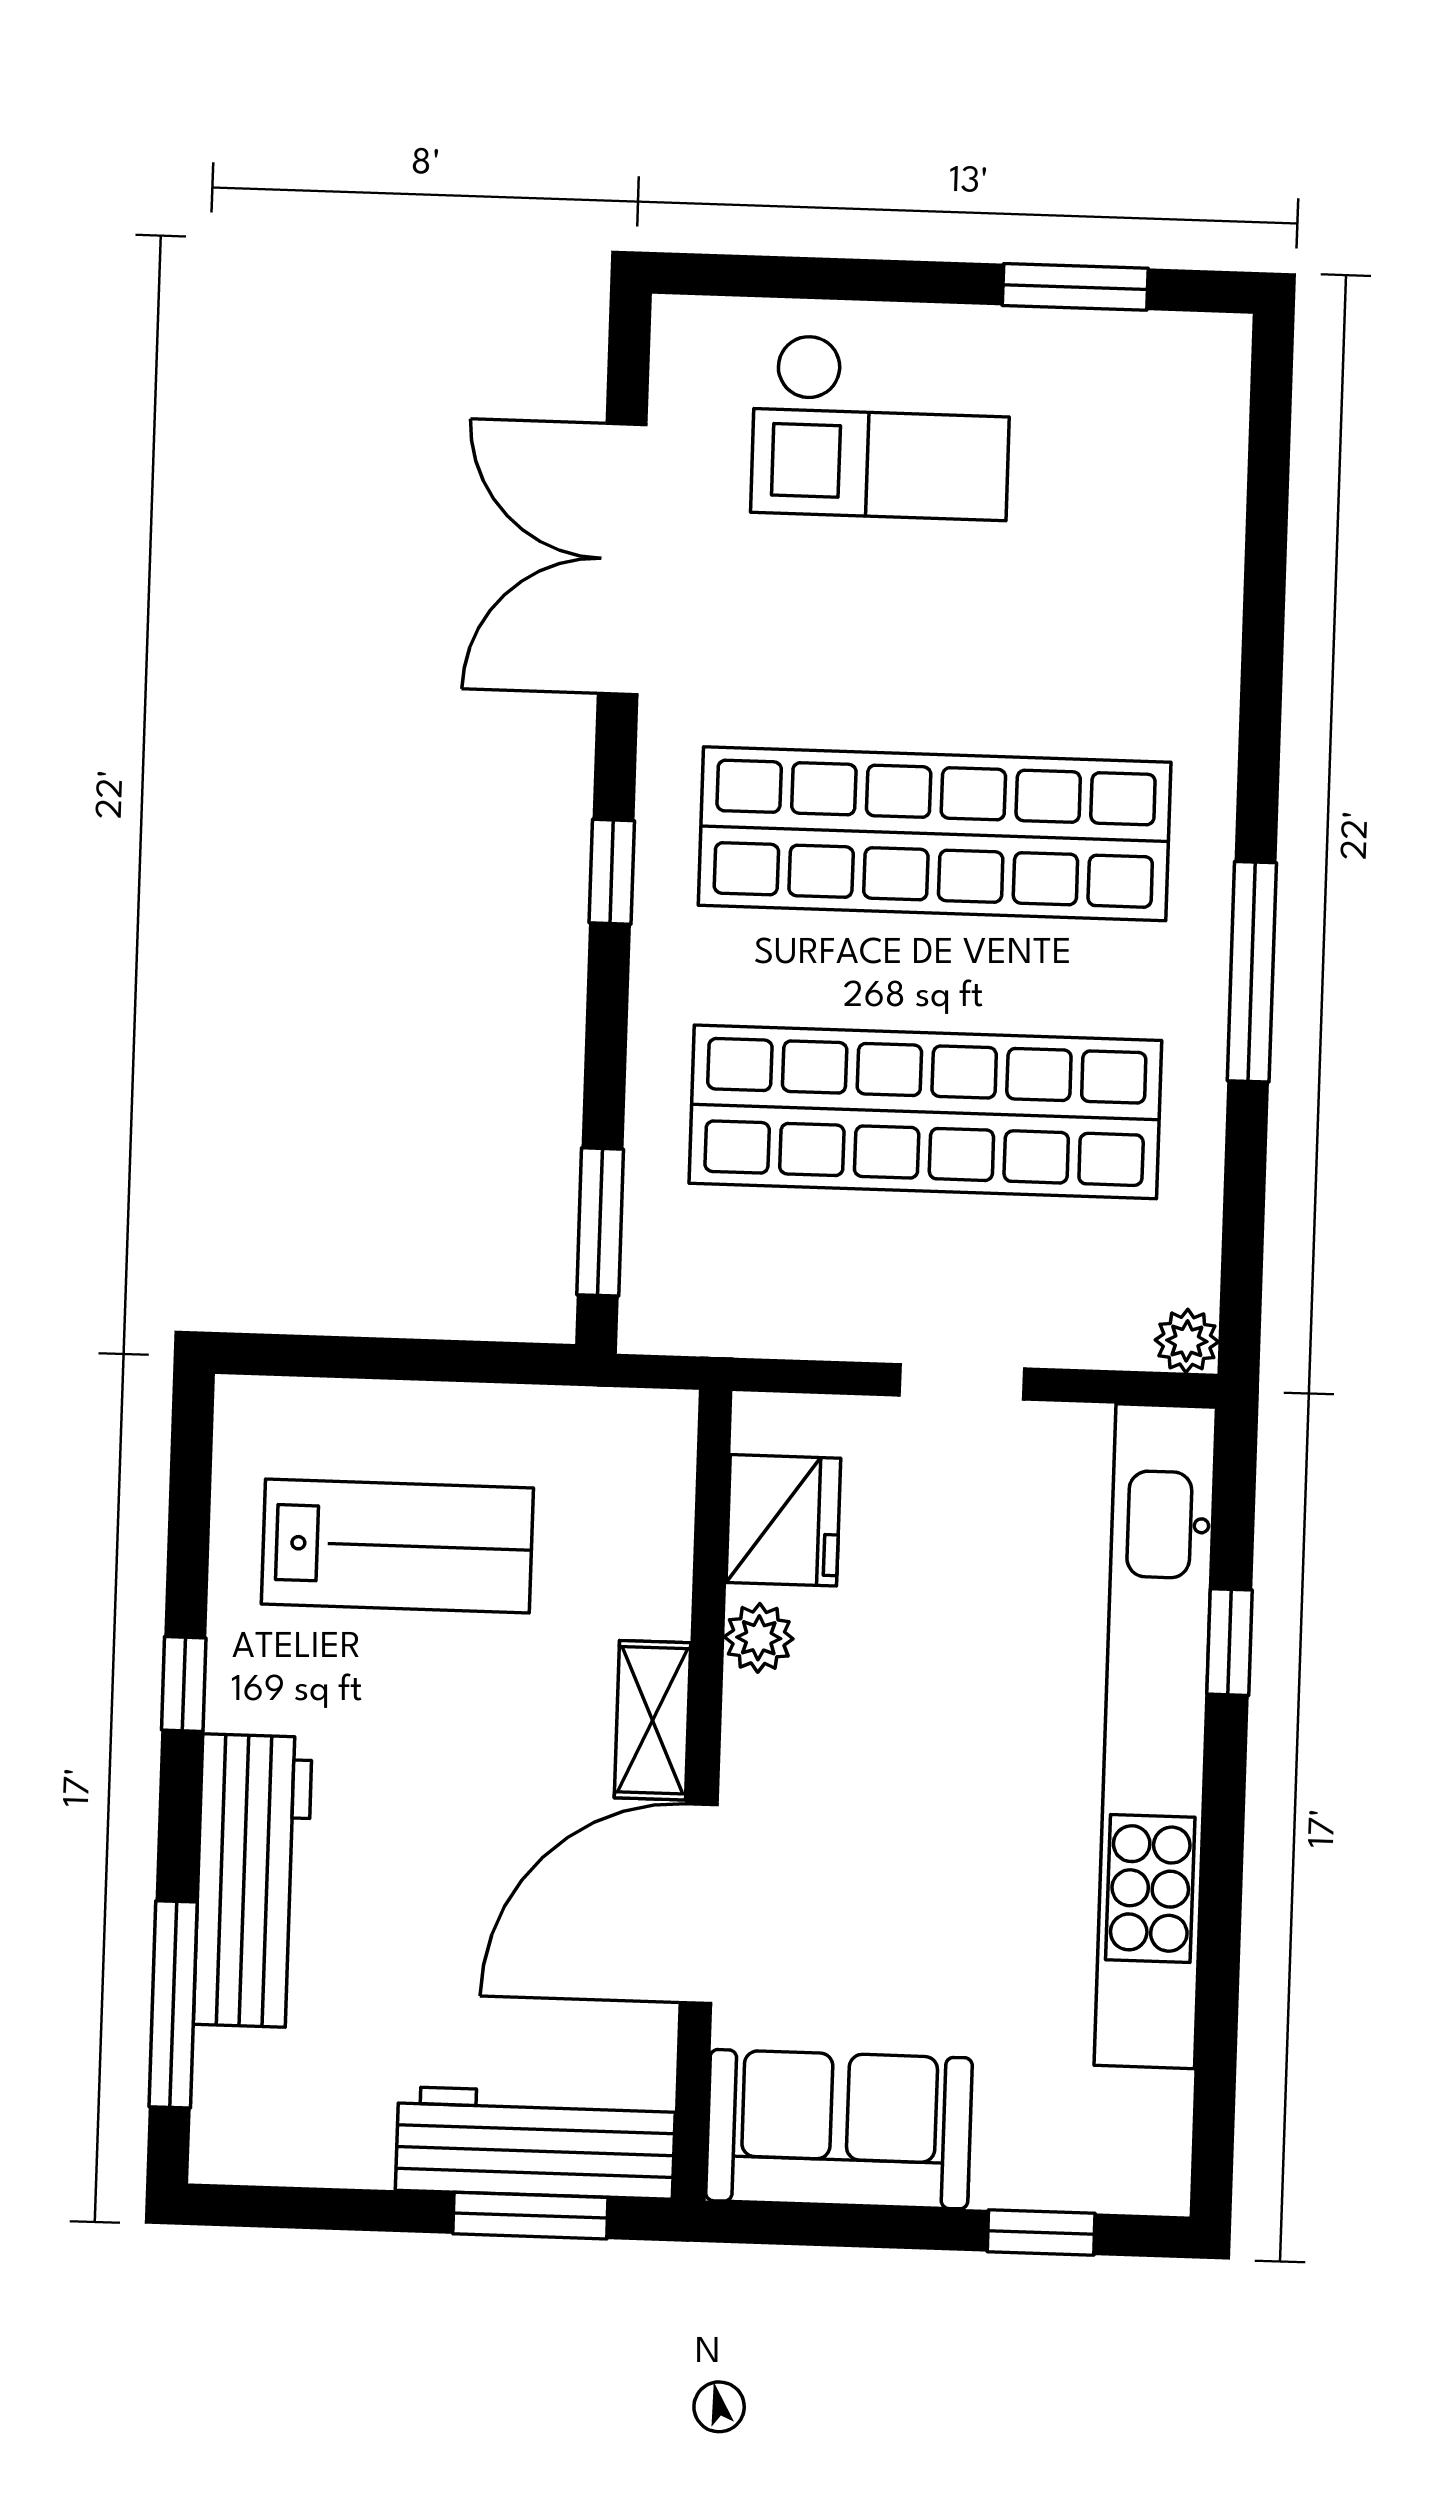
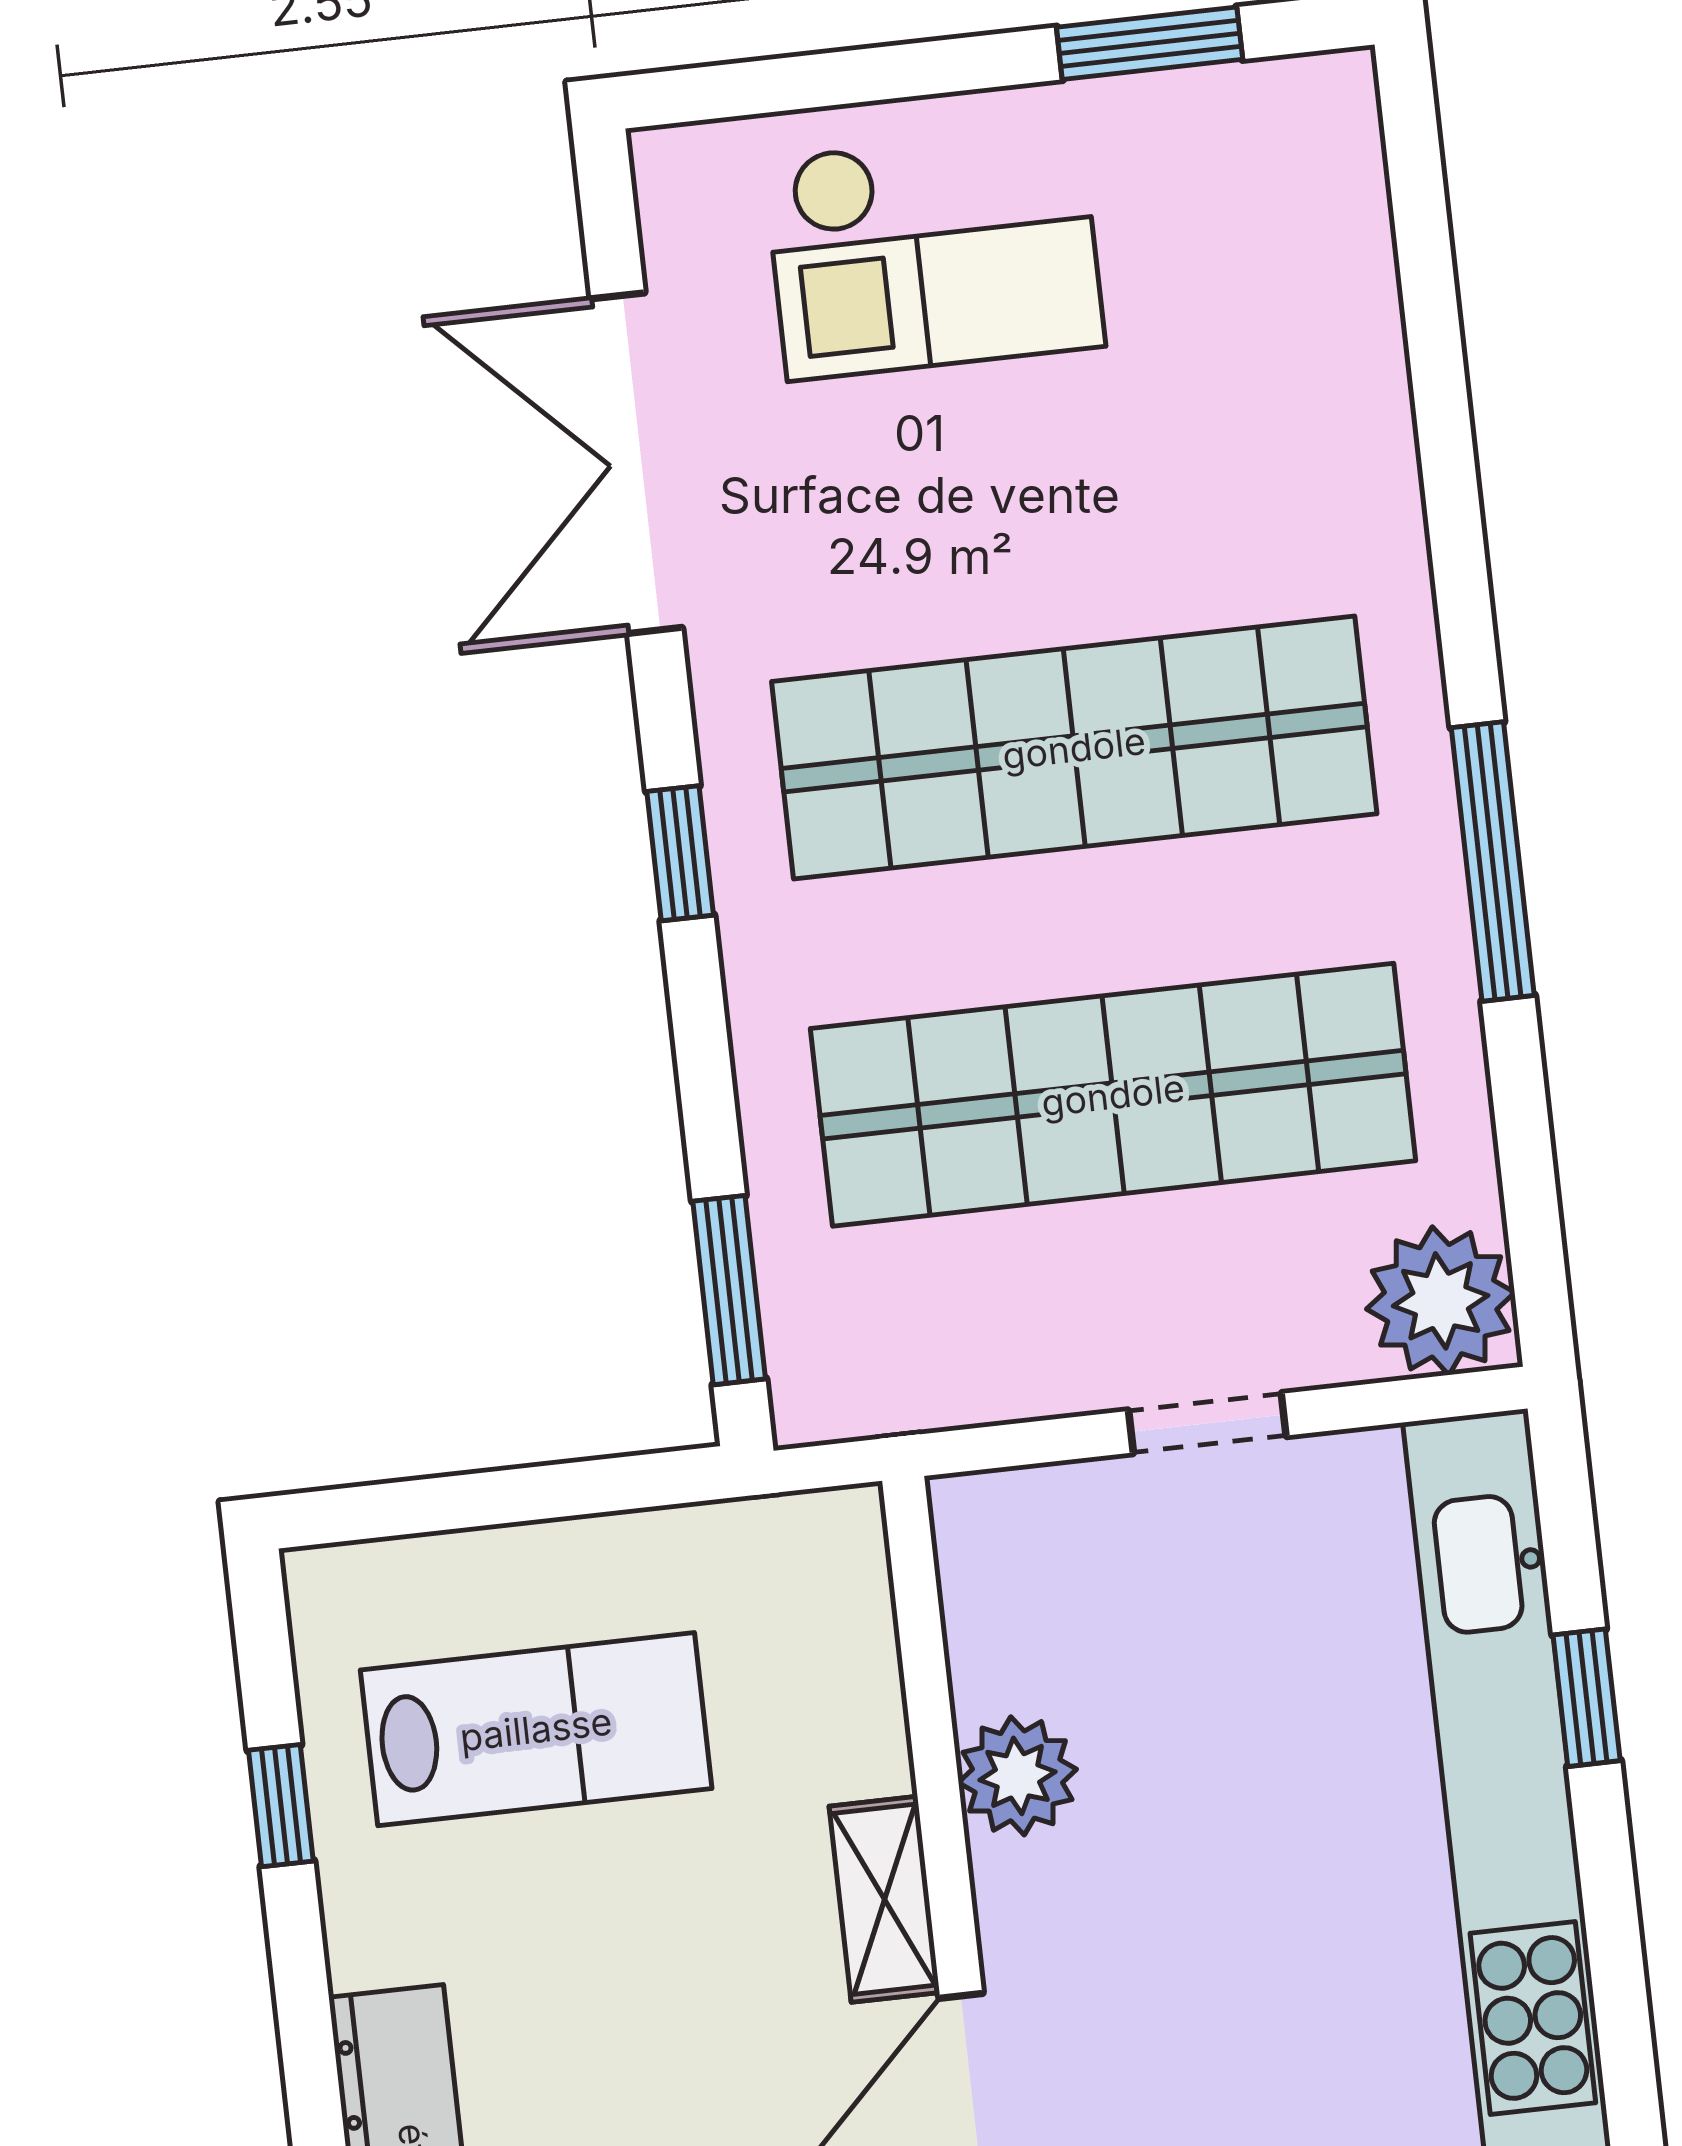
plant: (1187, 1341) -> (1441, 1301), width x1.87, depth x1.87
fridge: (783, 1520) -> (1011, 1627), removed
plant: (759, 1638) -> (1018, 1776), width x1.38, depth x1.38
window: (184, 1684) -> (281, 1806), moved

